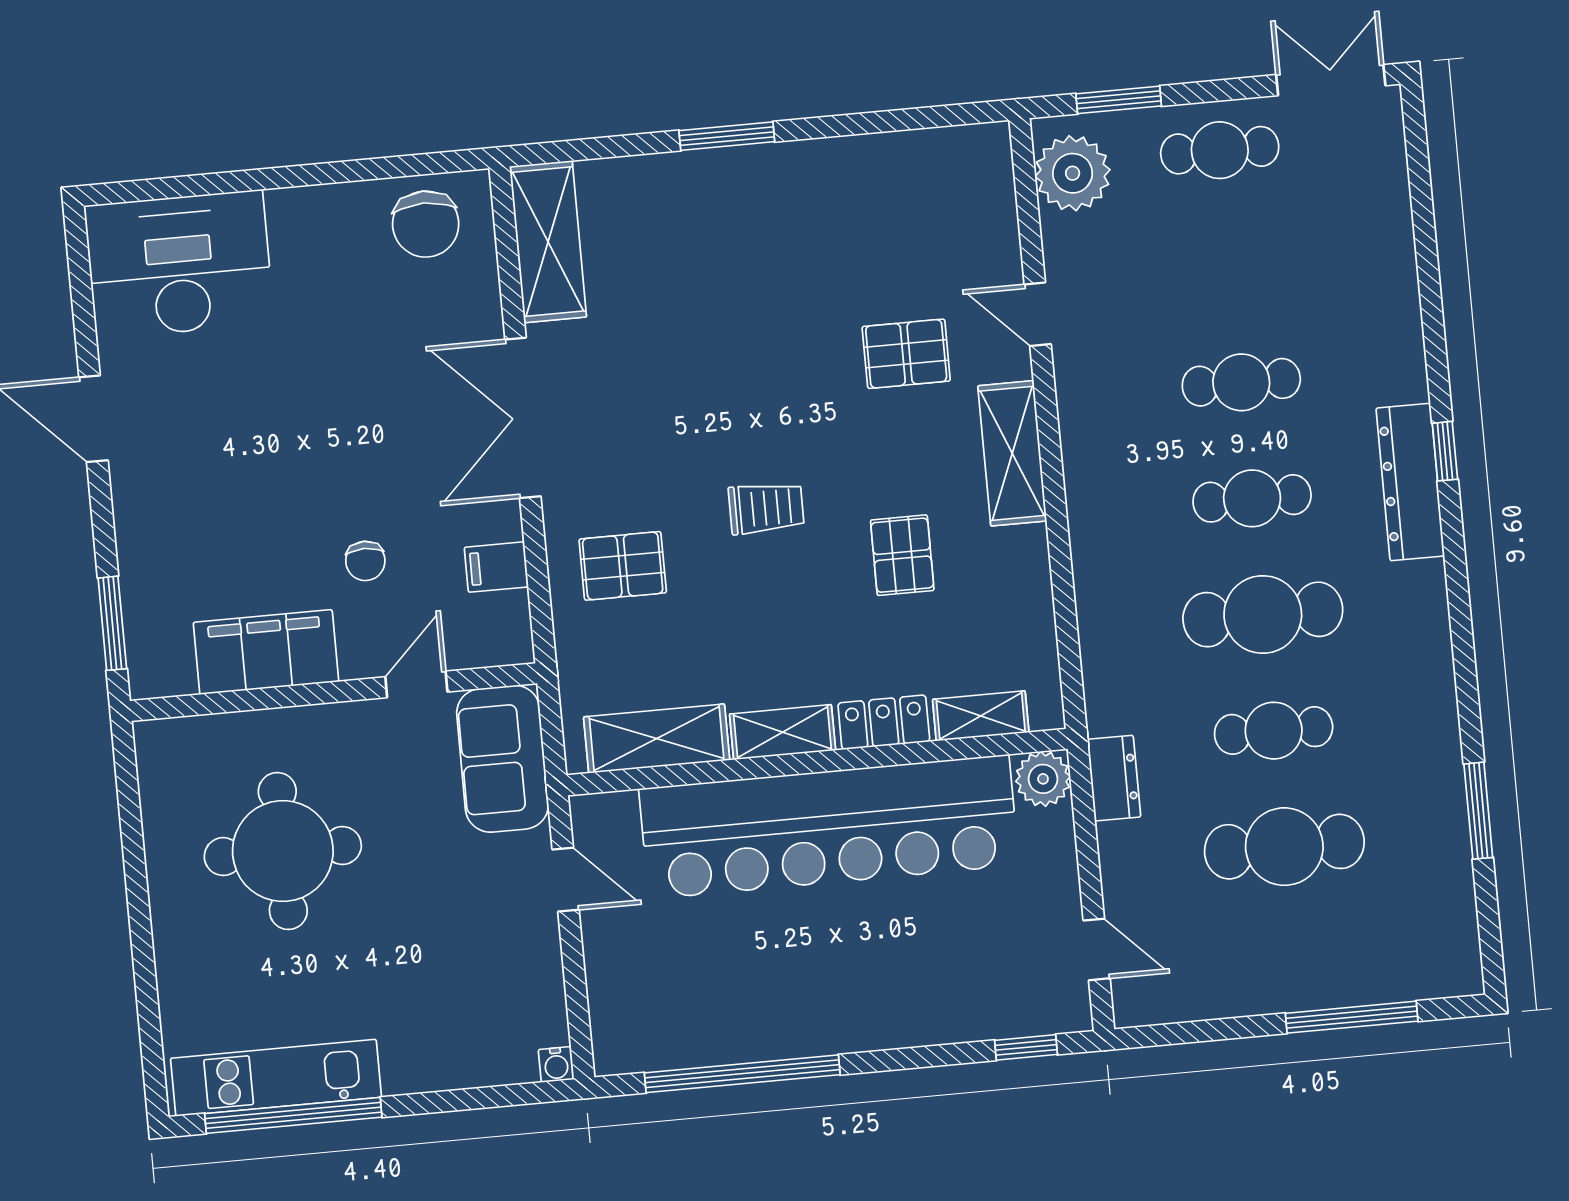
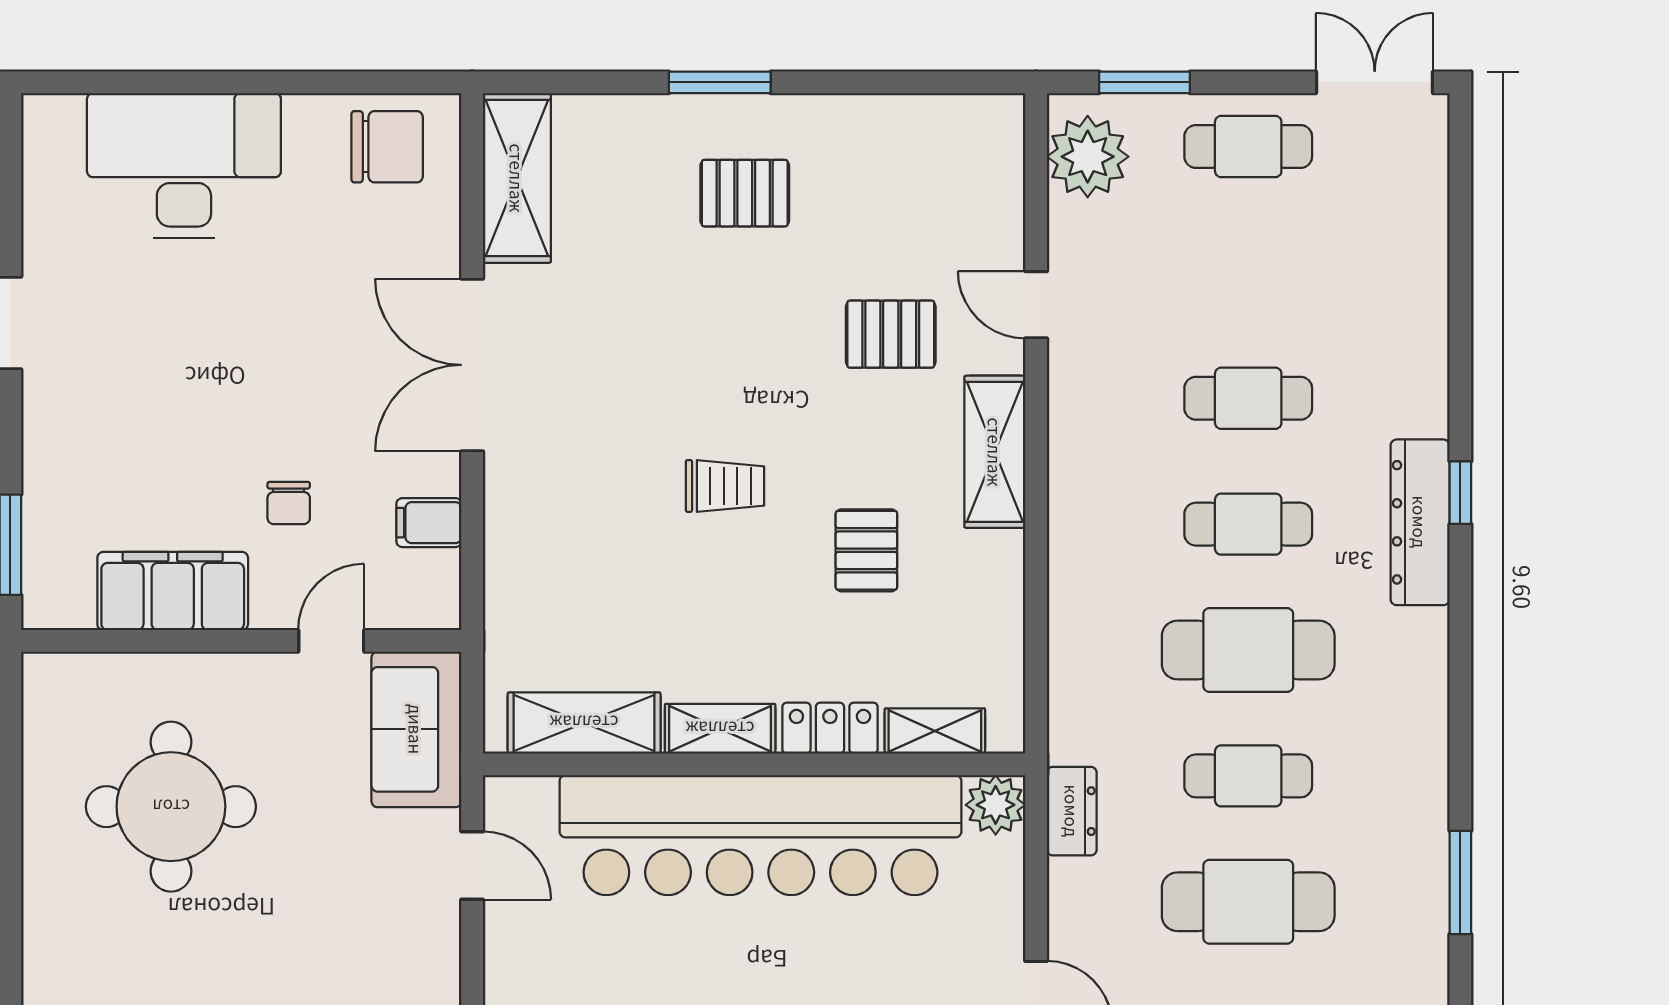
chair: (426, 224) -> (387, 147), turned -90
desk: (179, 264) -> (184, 166), moved
pallet: (623, 566) -> (745, 193), moved

